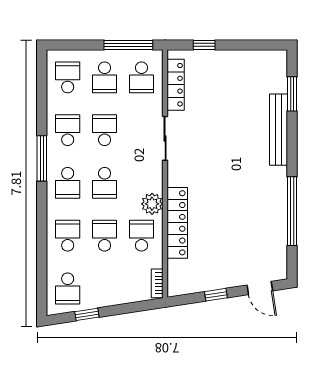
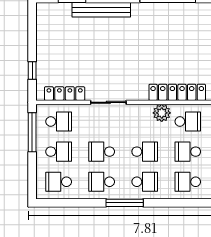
school desk: (142, 236) -> (188, 122), turned 180

